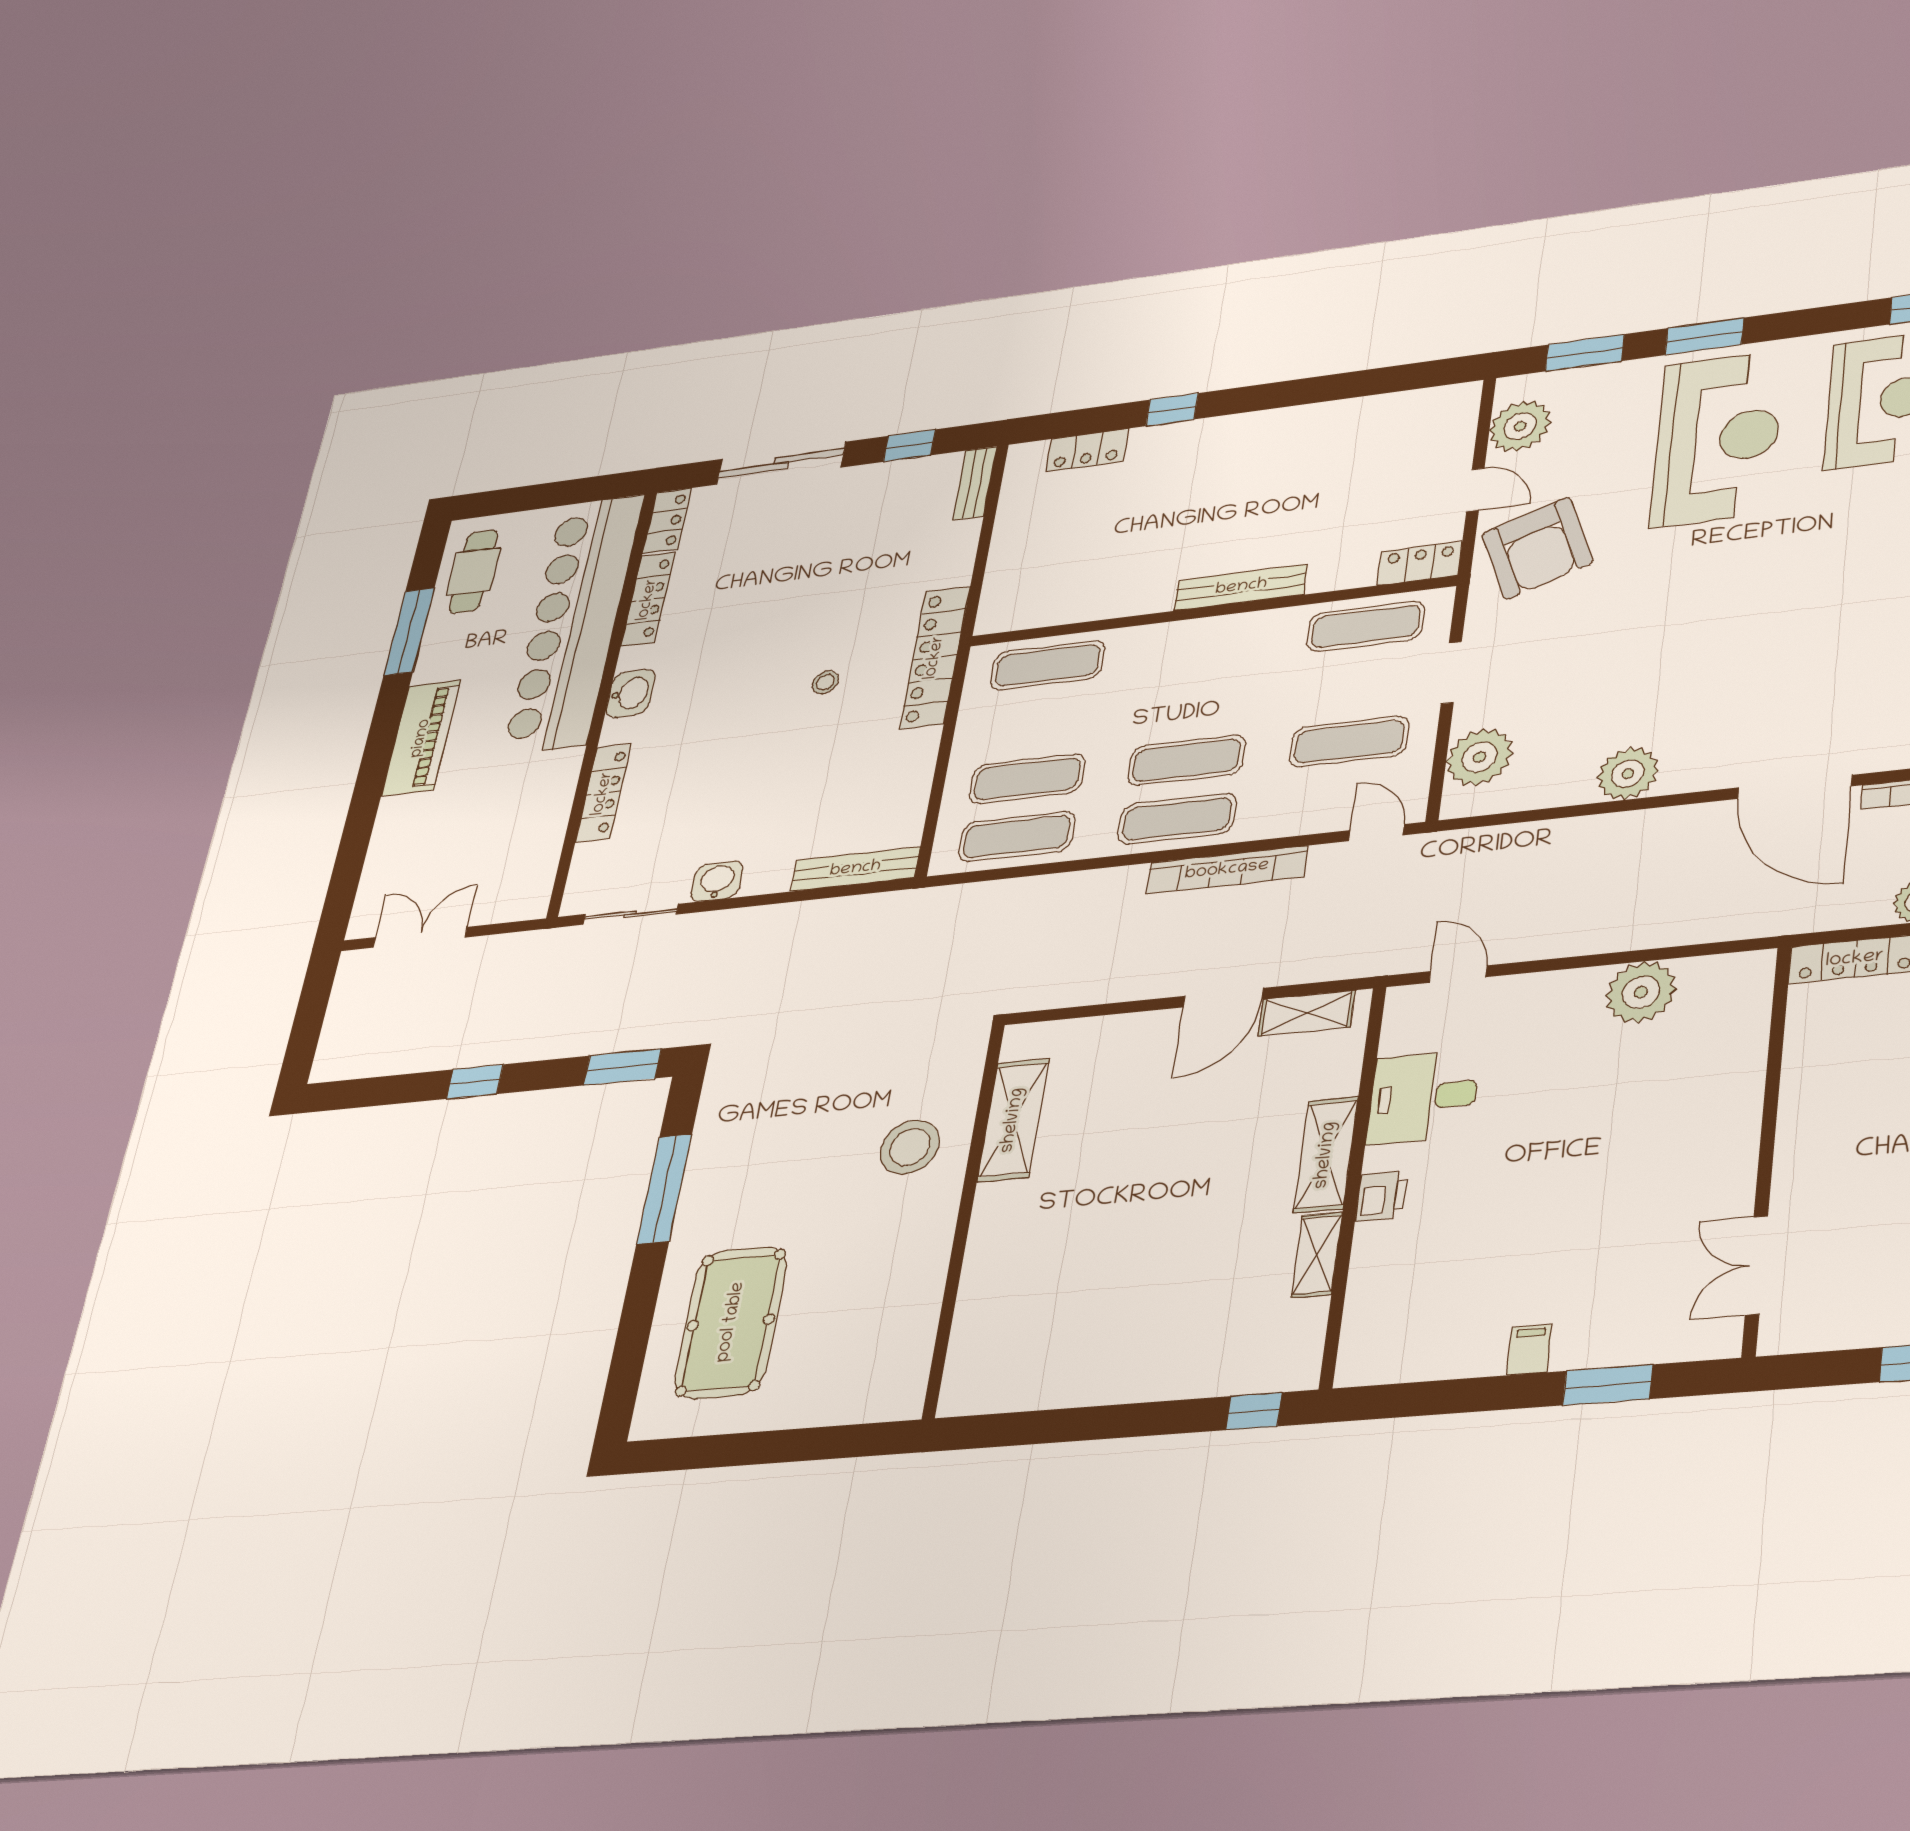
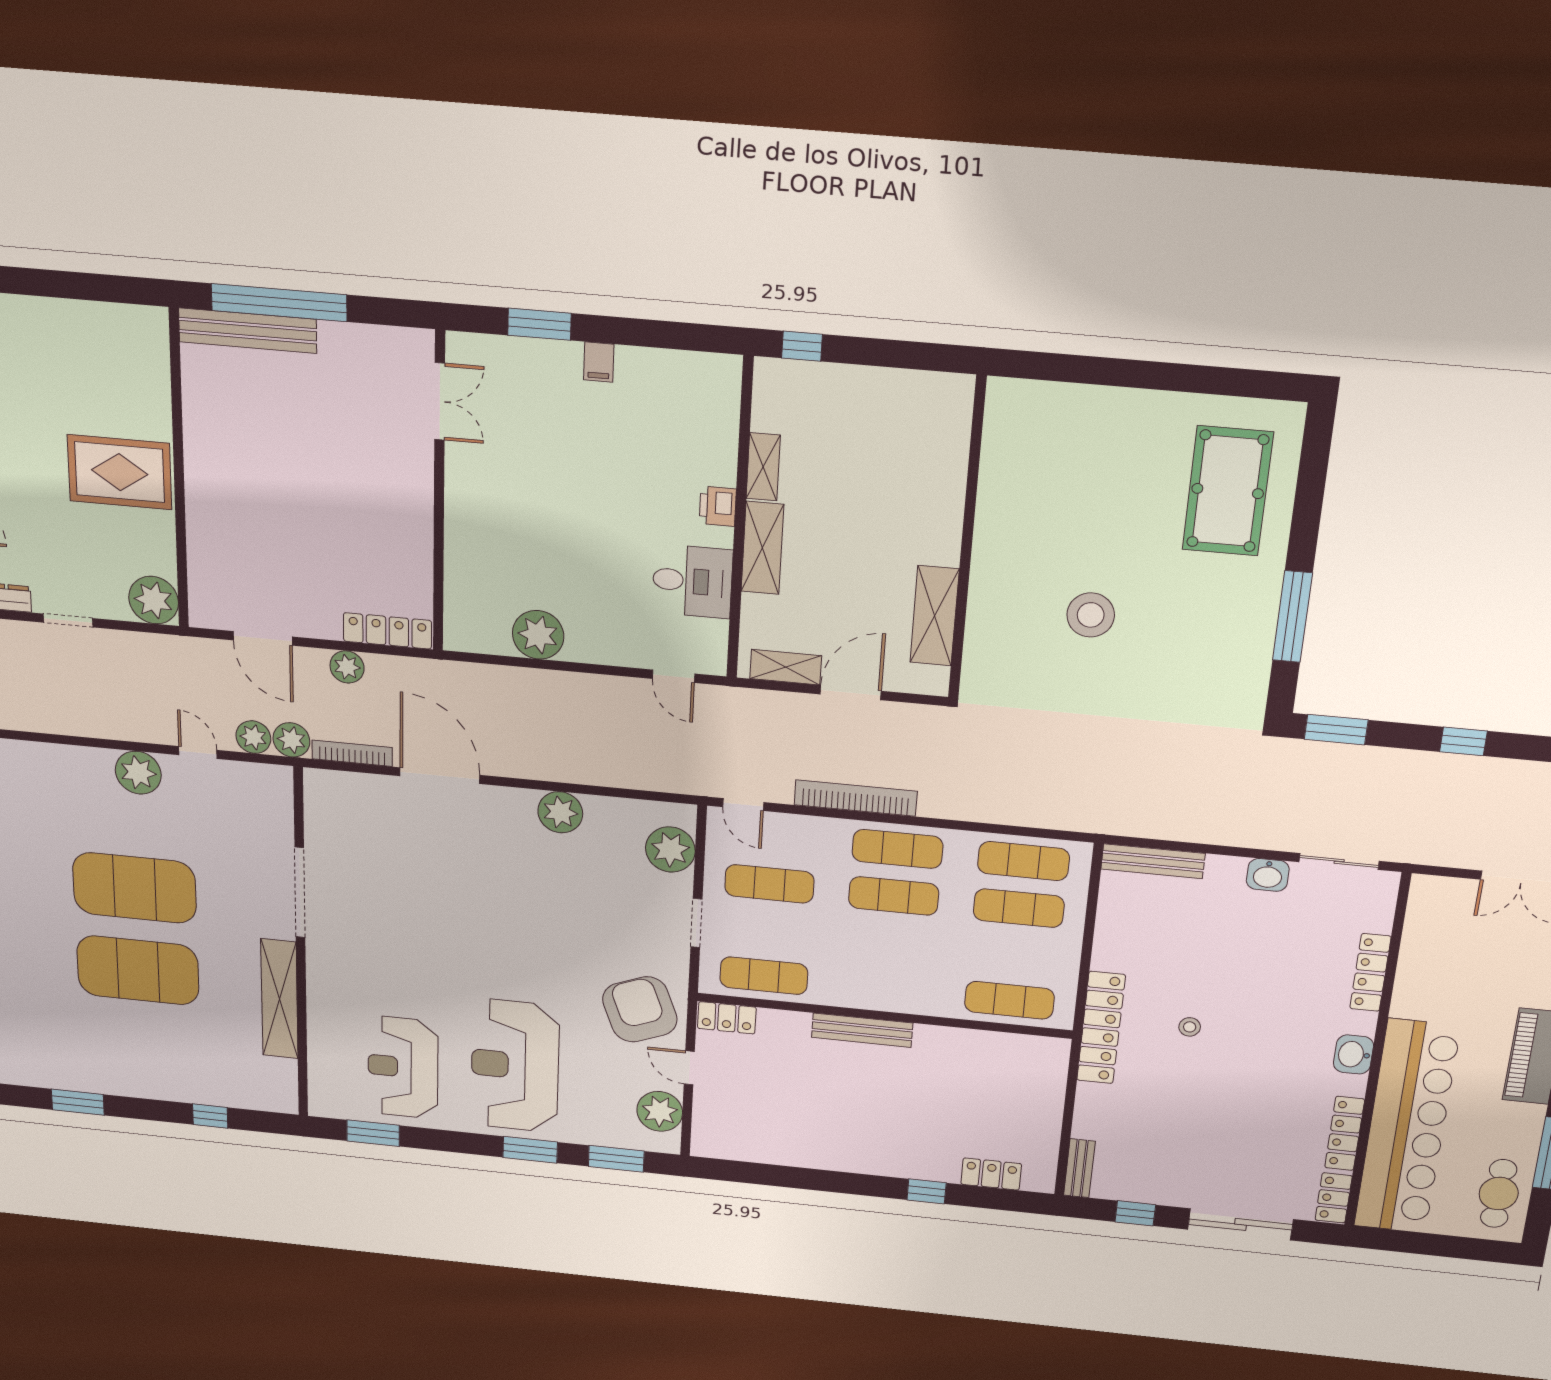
shelving: (1013, 1120) -> (935, 616), moved
wall: (964, 1218) -> (967, 540), moved

